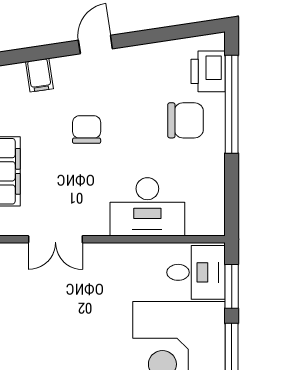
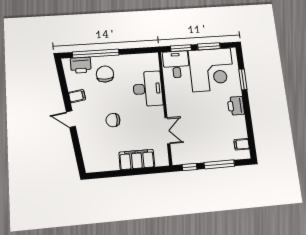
filing cabinet: (39, 75) -> (77, 96), moved

